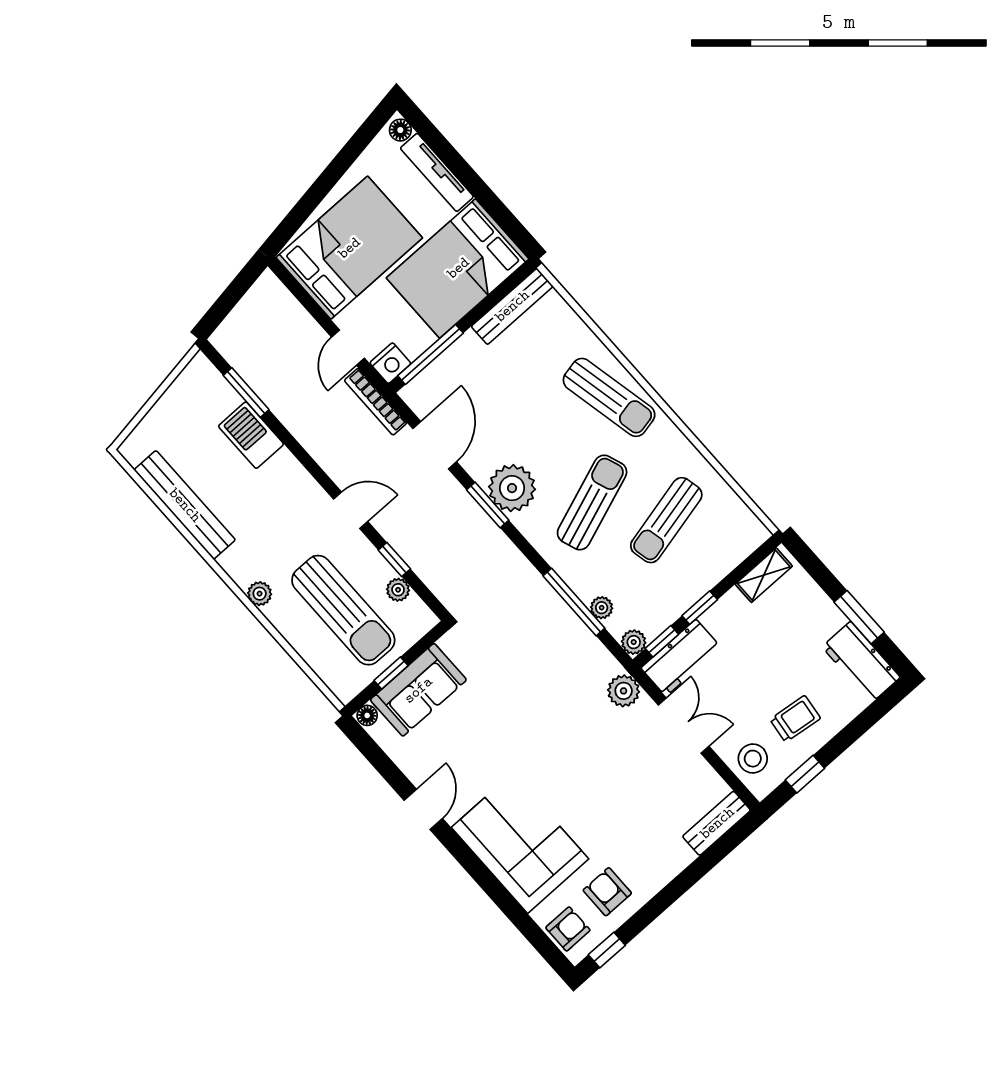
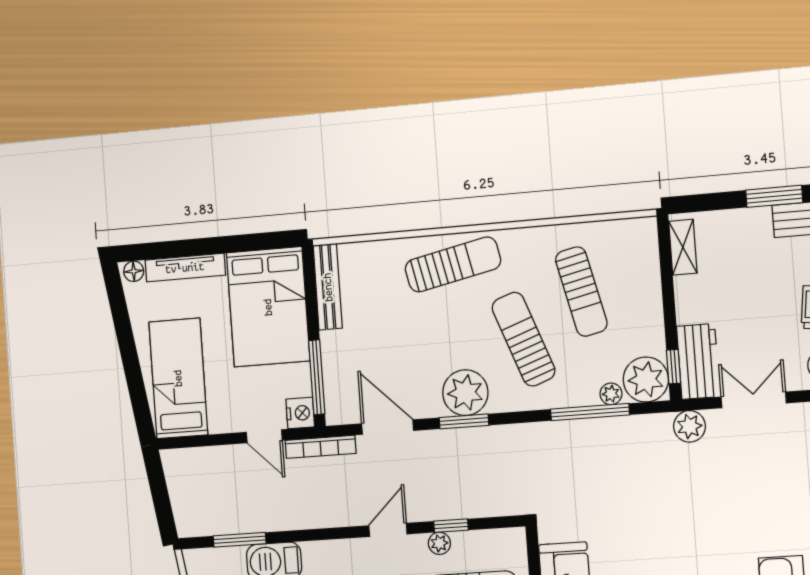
bed: (349, 248) -> (178, 378), width x0.67
plant: (398, 590) -> (439, 543), moved
window: (700, 608) -> (670, 317), removed
plant: (634, 642) -> (646, 380), width x1.87, depth x1.87

